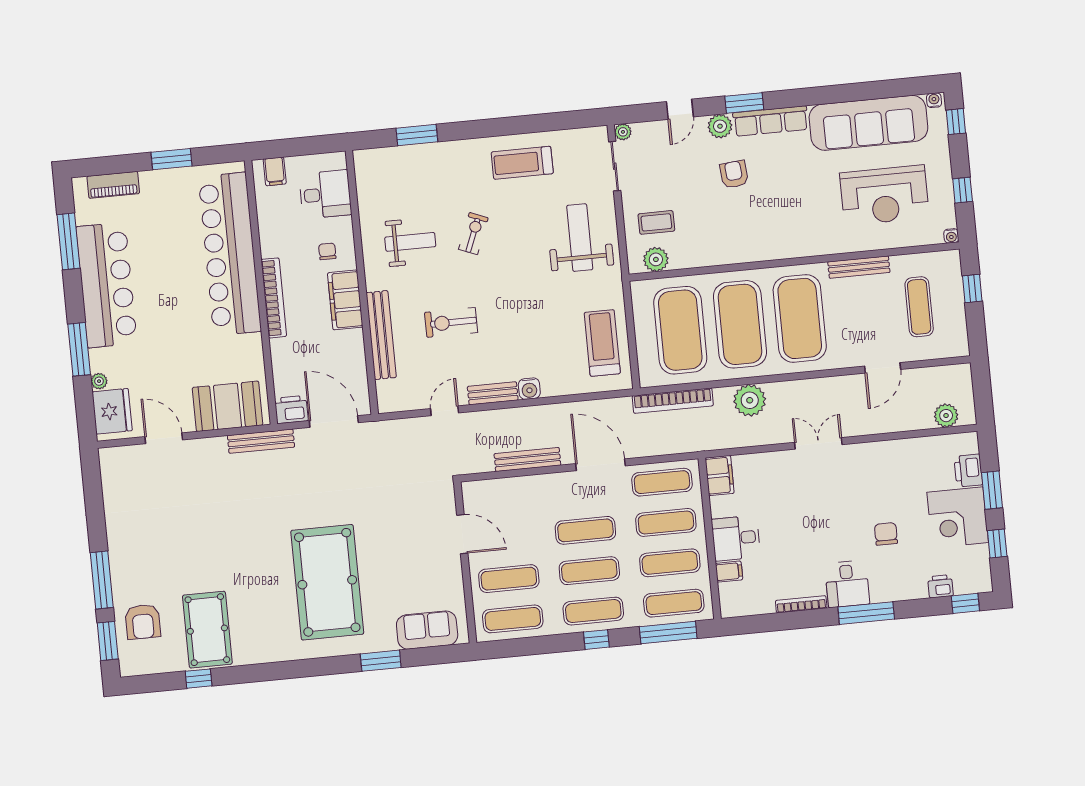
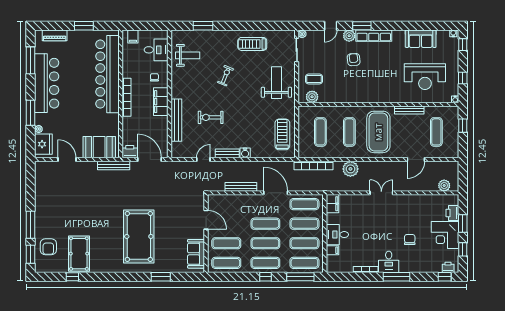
sofa: (868, 123) -> (421, 39), width x0.54, depth x0.79
weight bench: (410, 242) -> (188, 55), moved
exercise mat: (740, 324) -> (349, 132), width x0.50, depth x0.69
exercise mat: (680, 330) -> (320, 132), width x0.50, depth x0.69
printer: (940, 586) -> (448, 267), moved
sofa: (427, 630) -> (196, 254), moved, turned -90

